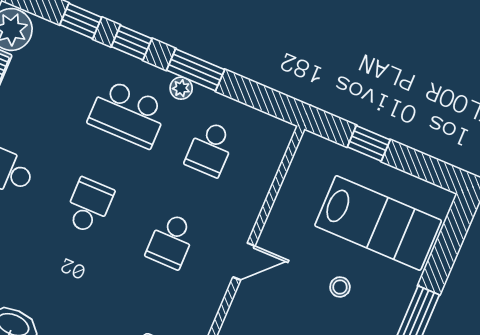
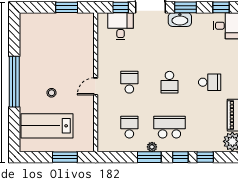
window: (369, 143) -> (65, 157), width x1.50

